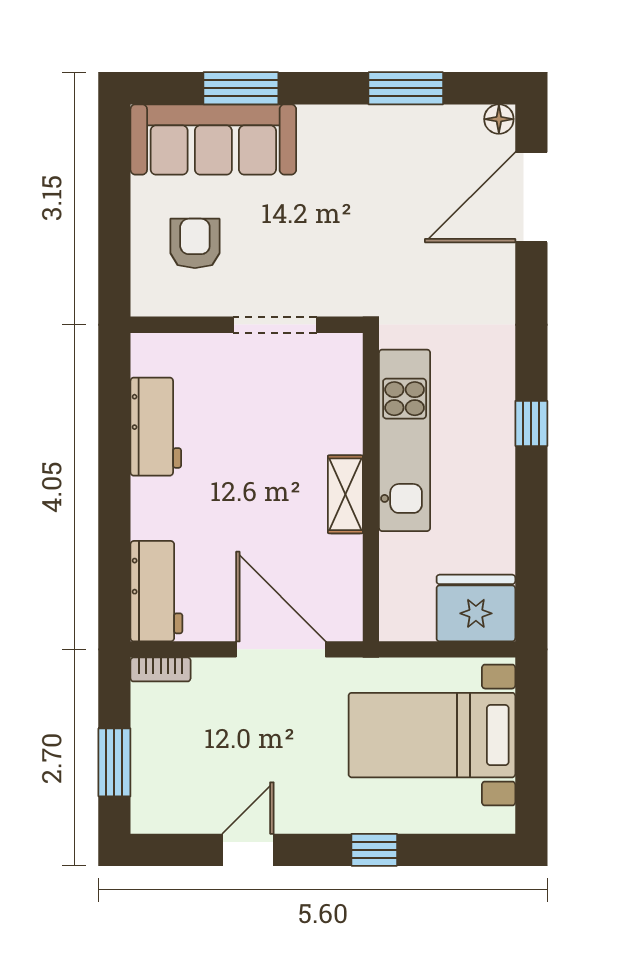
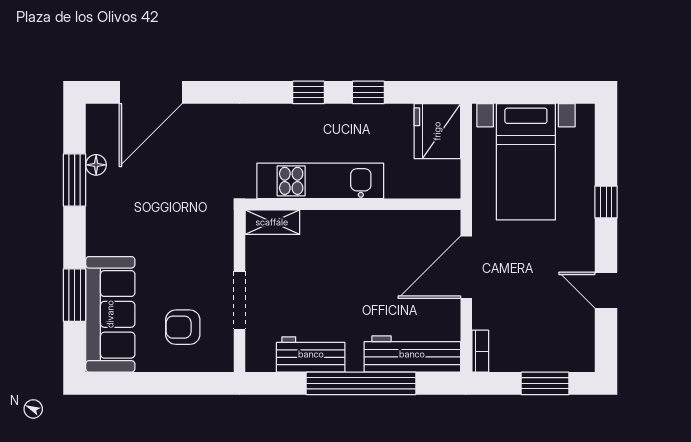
floor lamp: (499, 119) -> (96, 165), moved
door: (531, 197) -> (151, 92), hinge flipped
doorway: (275, 325) -> (240, 300), moved
shelving: (345, 494) -> (272, 222), moved
window: (114, 499) -> (361, 383), added
window: (531, 509) -> (368, 92), added
workbench: (156, 591) -> (412, 354), width x1.38

